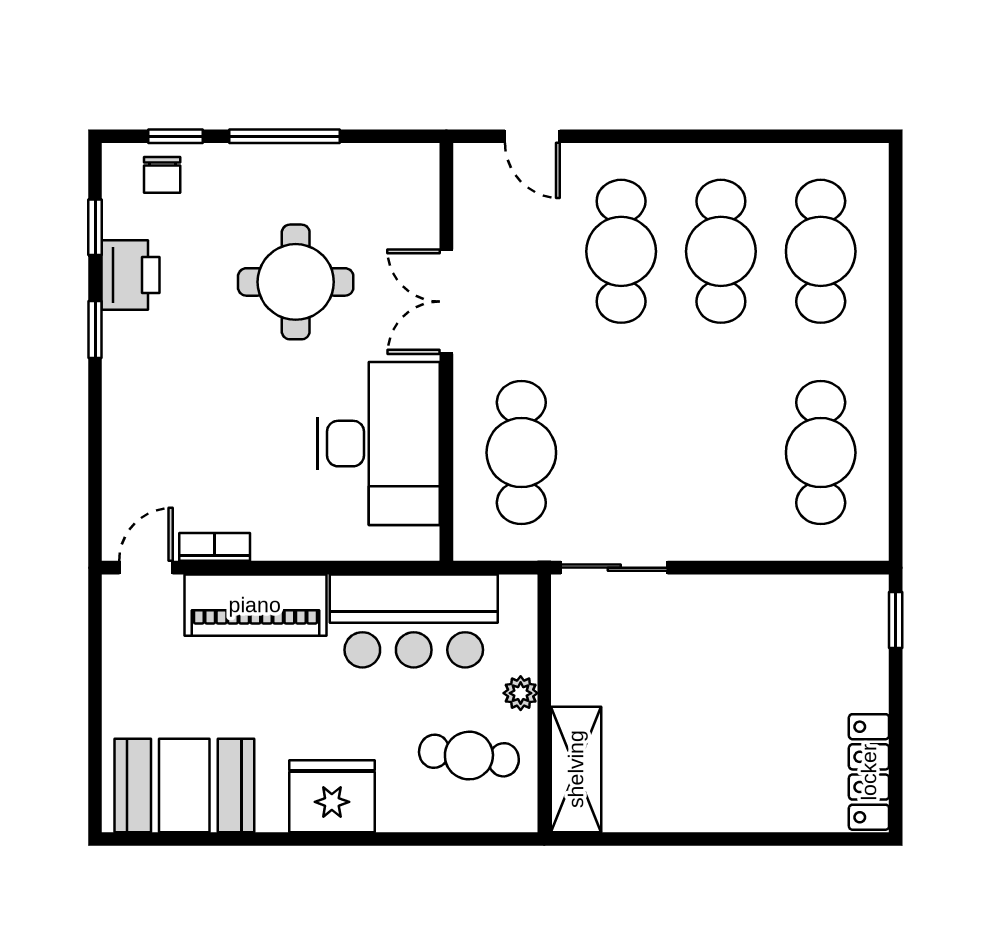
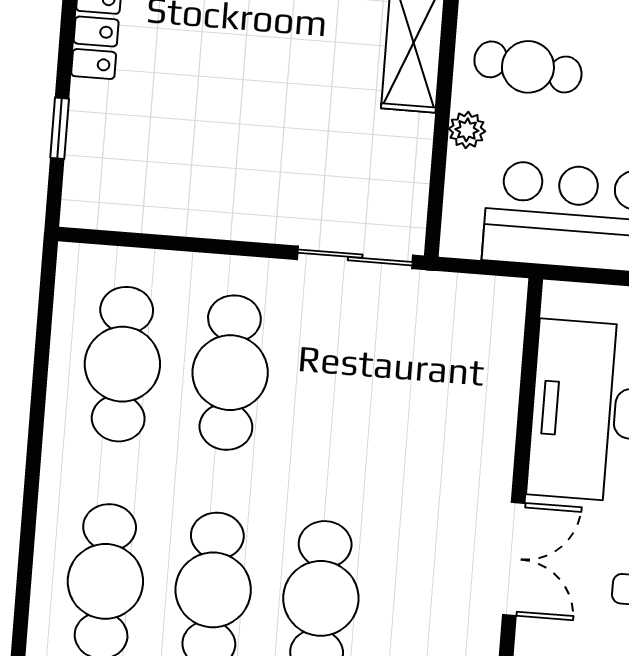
cafe table: (521, 453) -> (230, 373), moved
window: (896, 620) -> (60, 128), moved

